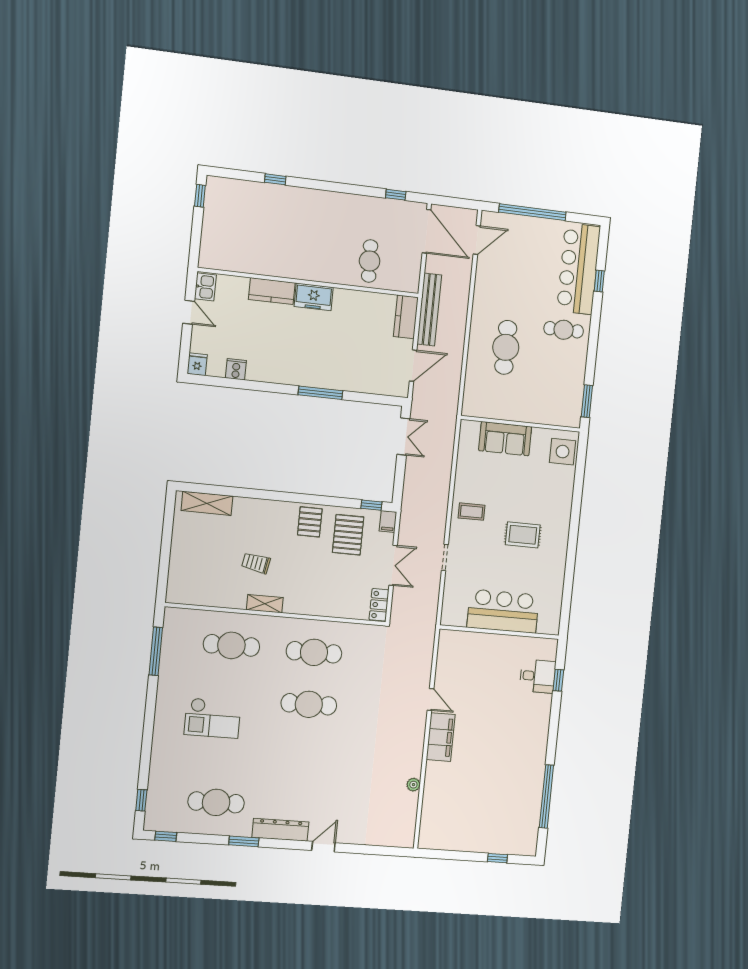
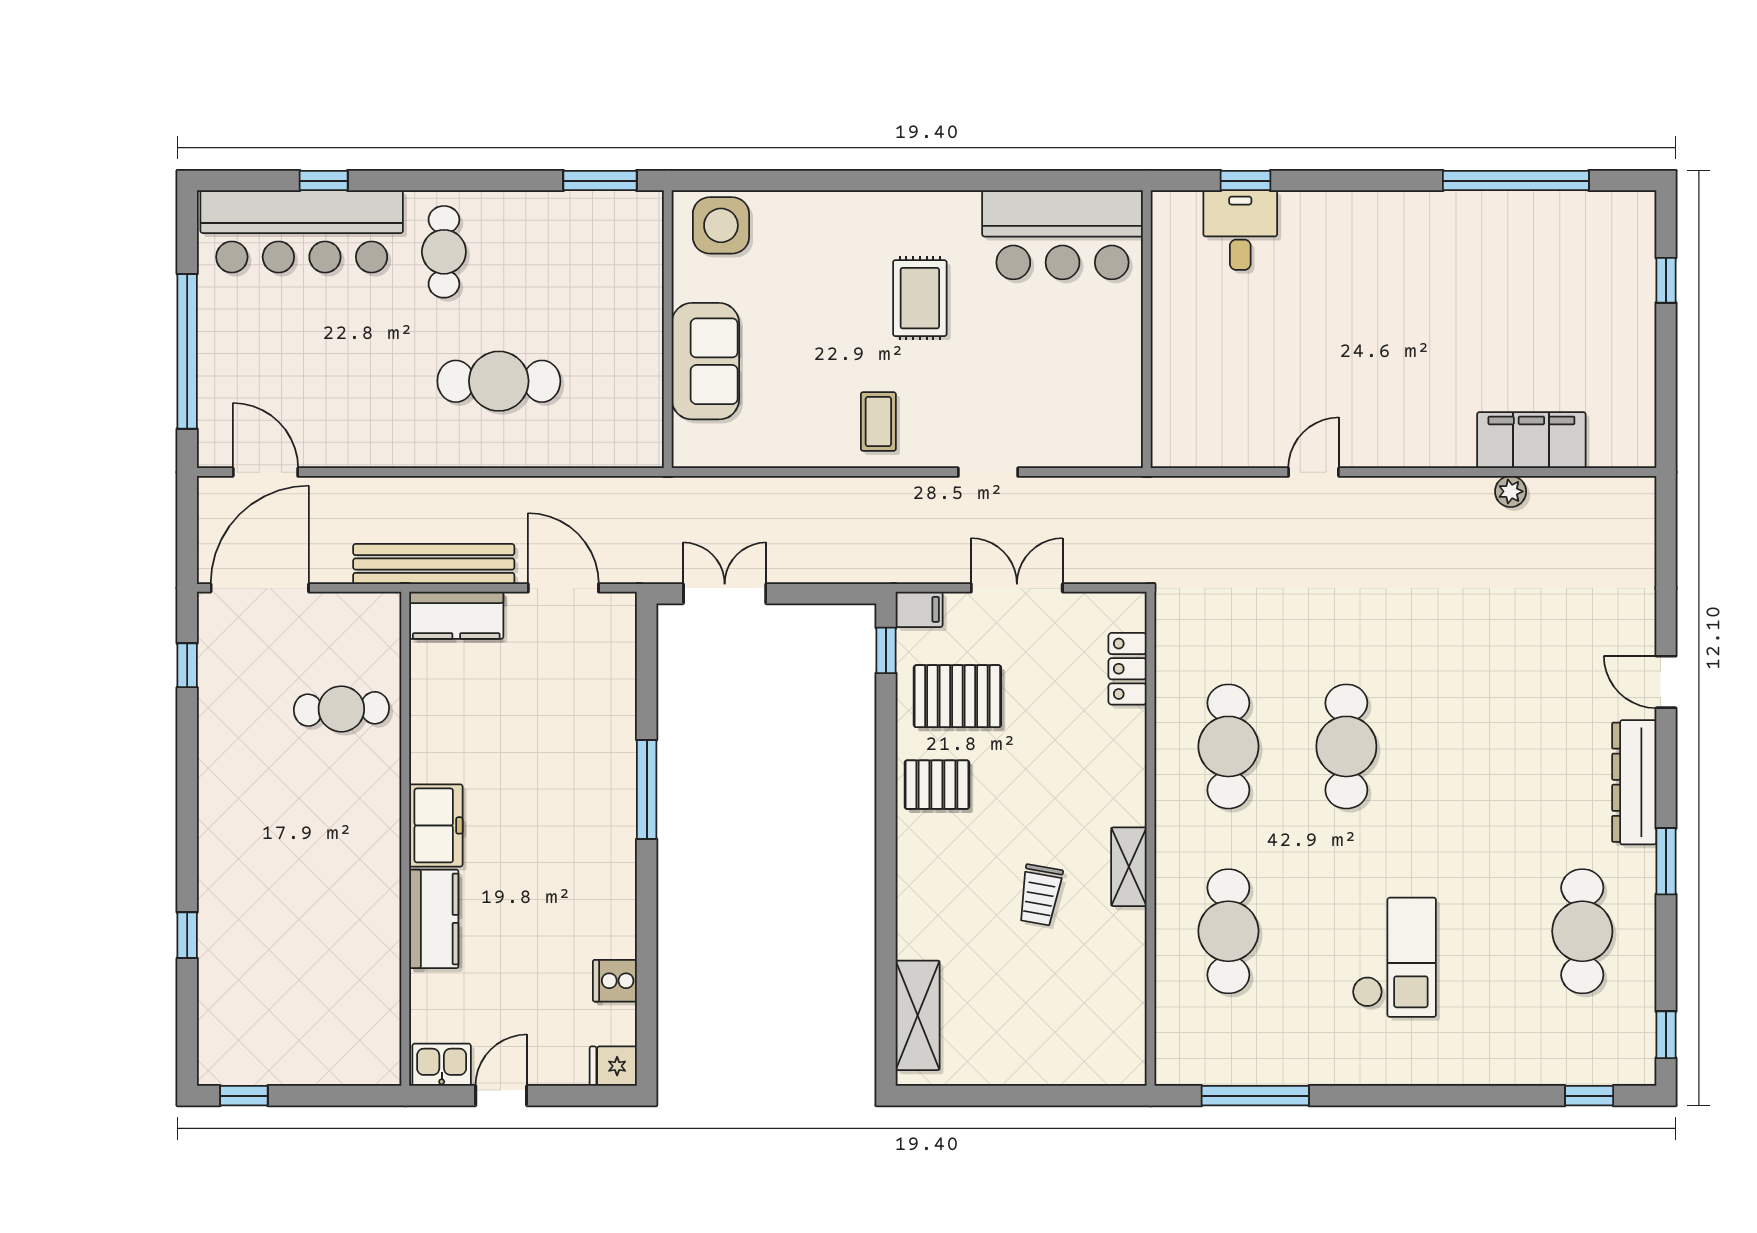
locker: (379, 605) -> (1128, 669), moved, turned 90
bar counter: (503, 611) -> (1063, 235), moved, turned -90
filing cabinet: (441, 737) -> (1531, 440), moved

